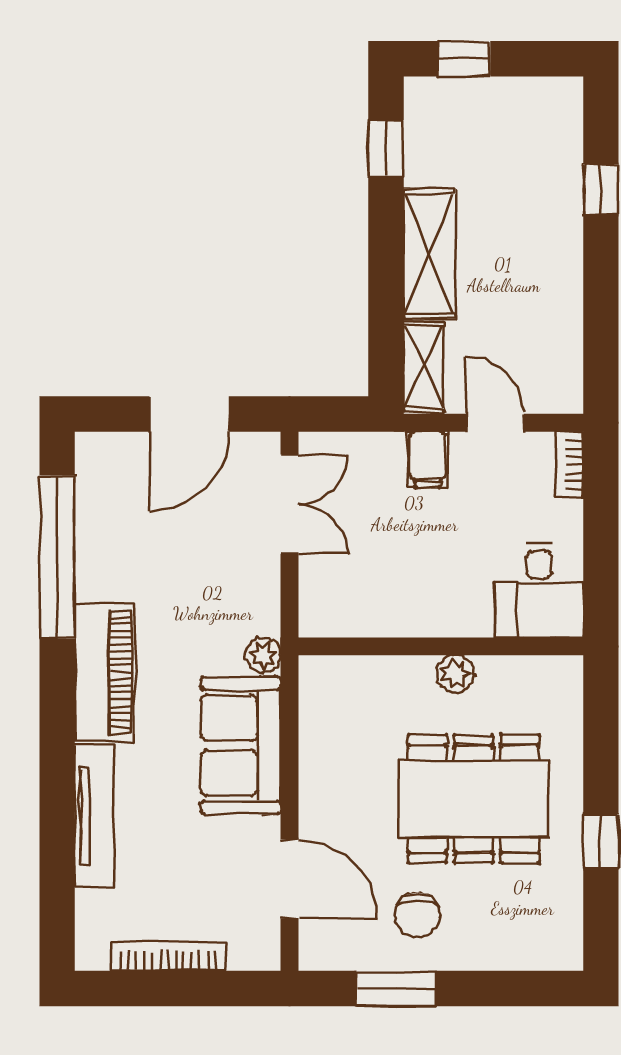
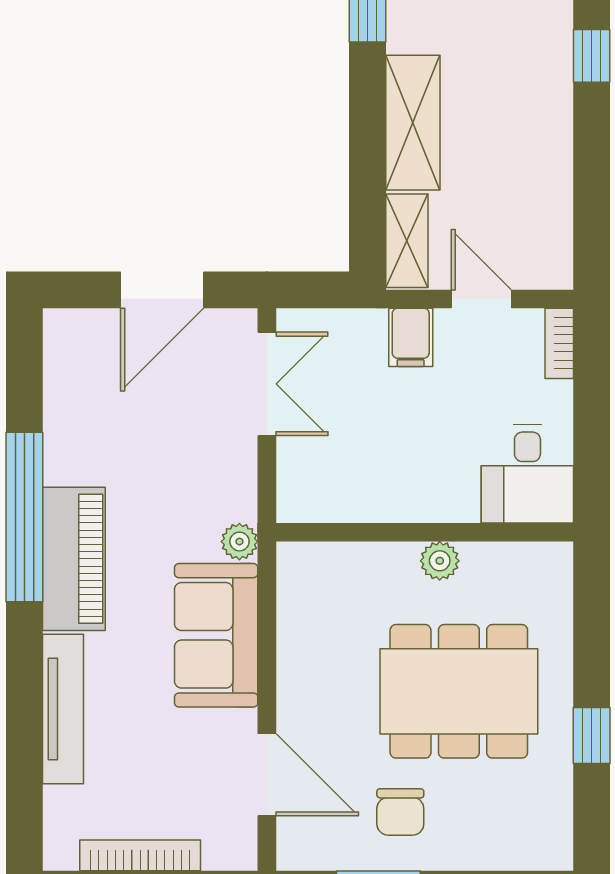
window: (57, 557) -> (24, 517), moved

